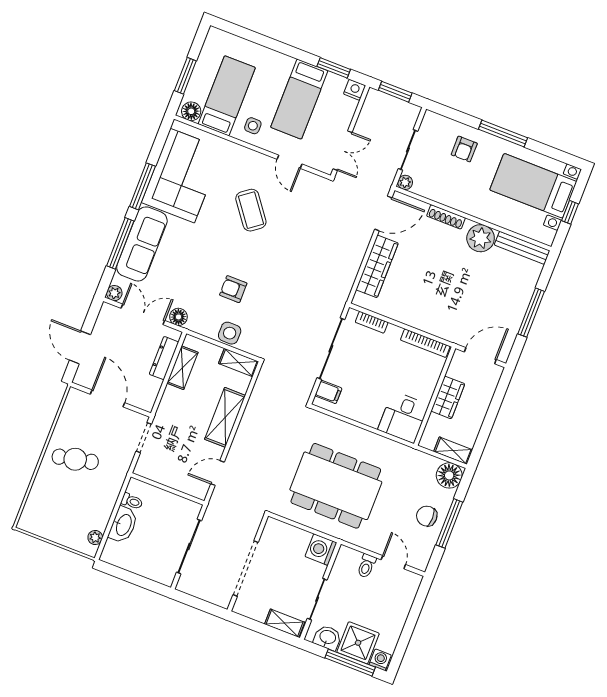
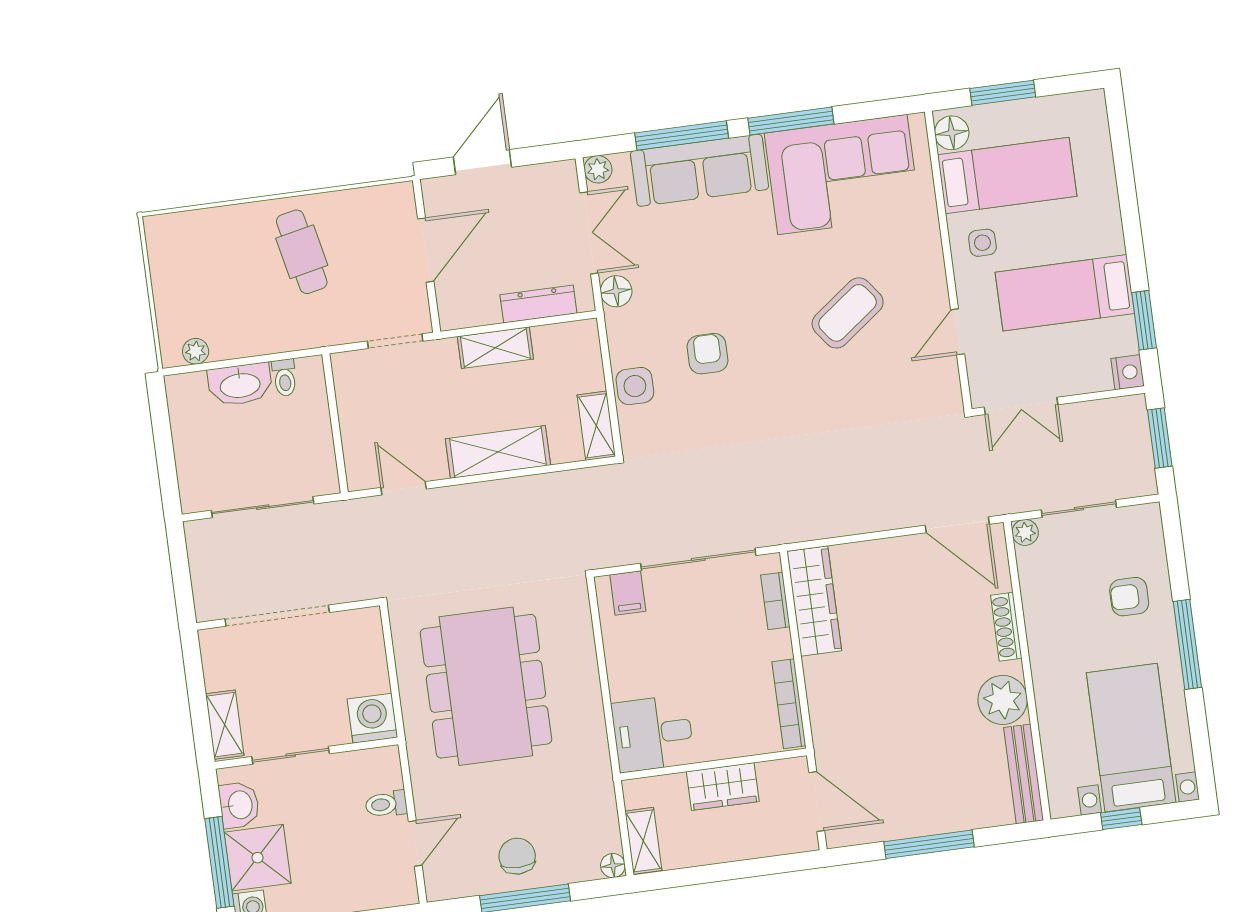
wardrobe: (377, 266) -> (814, 601), moved, turned -90
shelving: (183, 368) -> (495, 348), moved
floor lamp: (449, 475) -> (613, 866), width x0.53, depth x0.53

